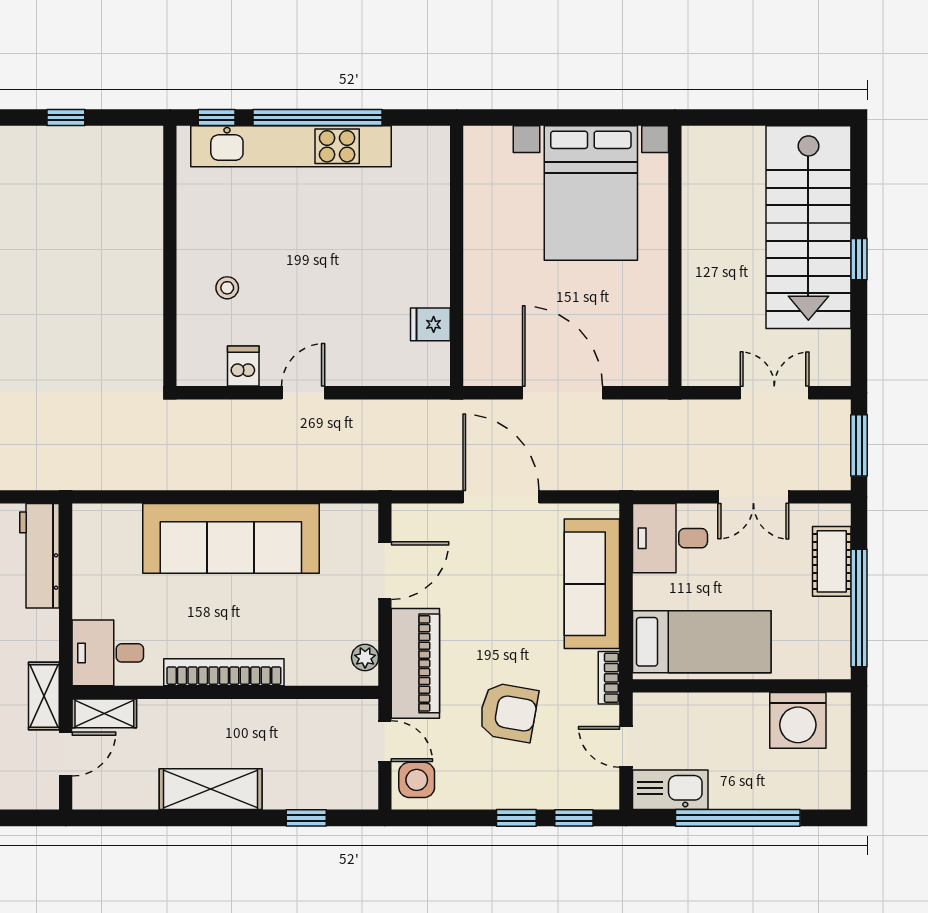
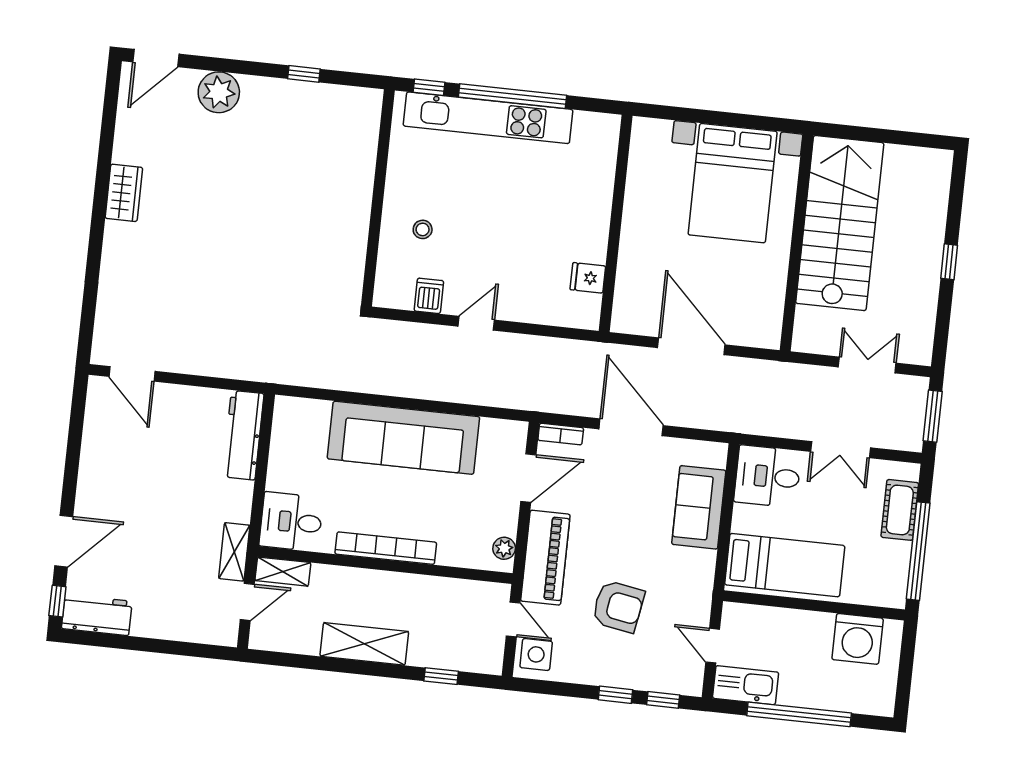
stairs: (808, 227) -> (840, 223), moved, turned 180
sofa: (592, 584) -> (699, 507), width x0.73
bookcase: (609, 678) -> (561, 434), moved, turned -90

